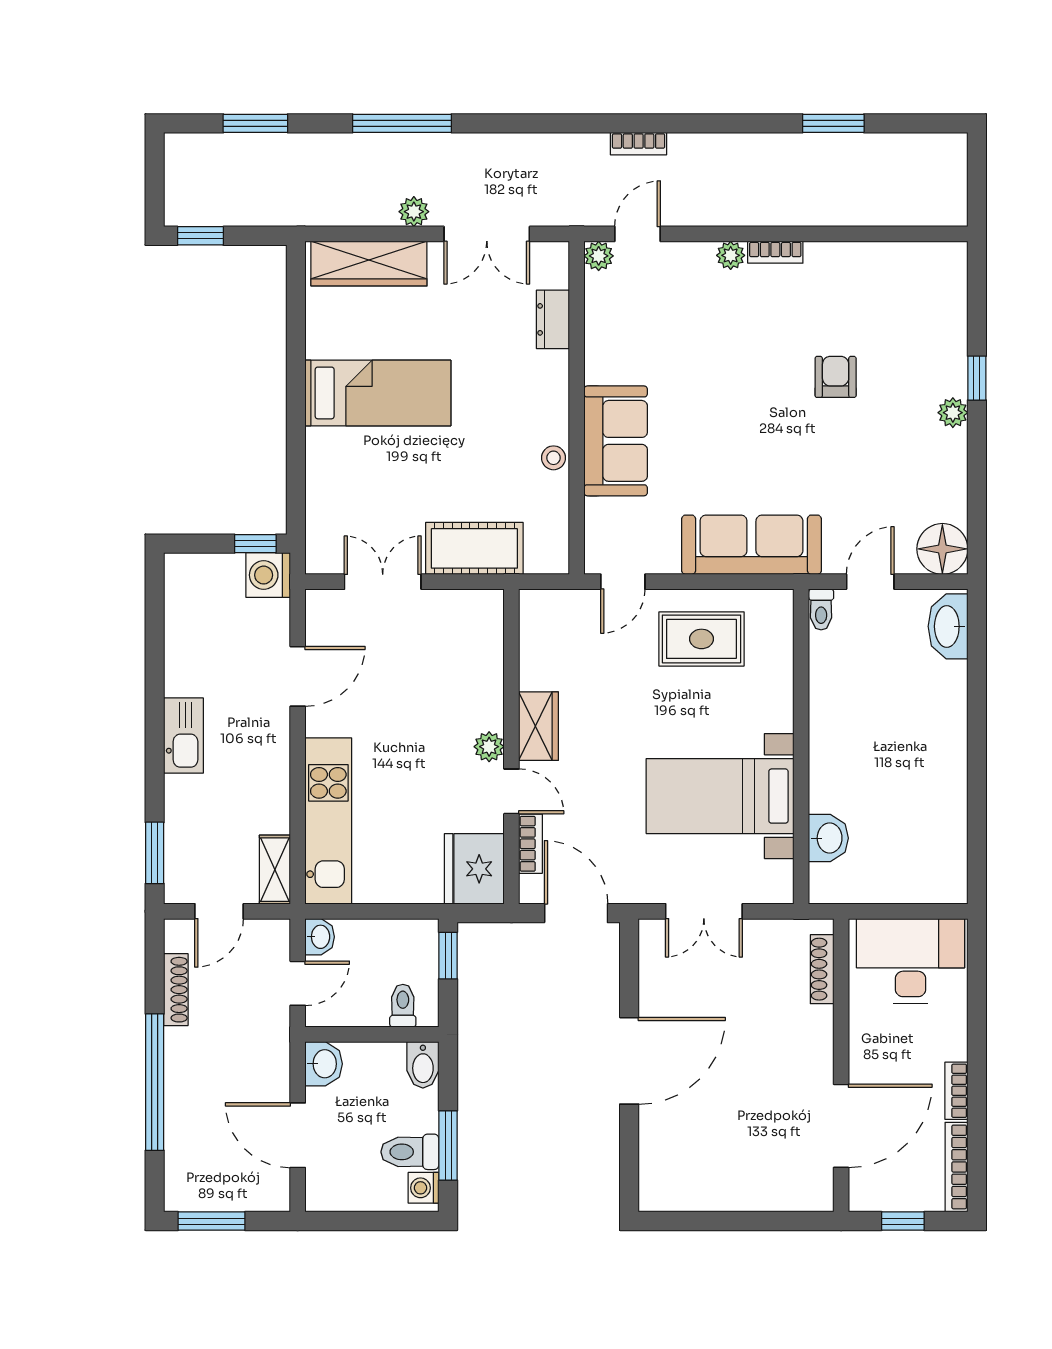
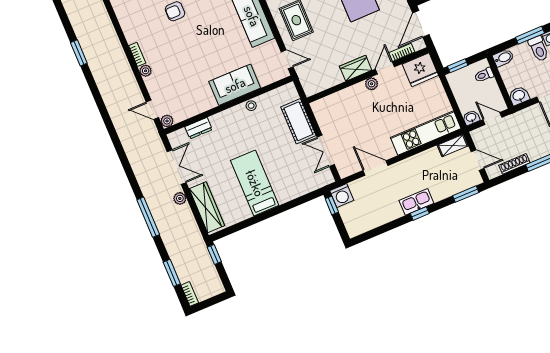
bookcase: (639, 144) -> (190, 294), moved
window: (200, 236) -> (214, 254), moved
window: (155, 732) -> (420, 213), added

